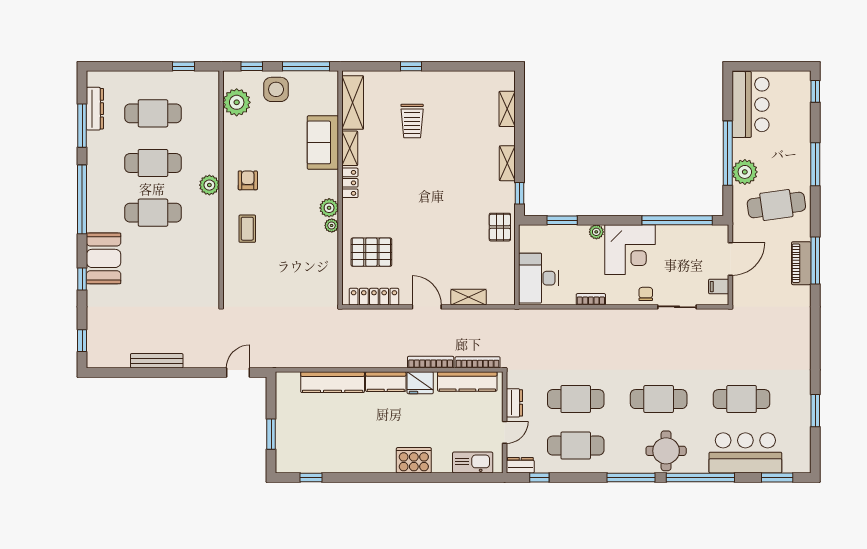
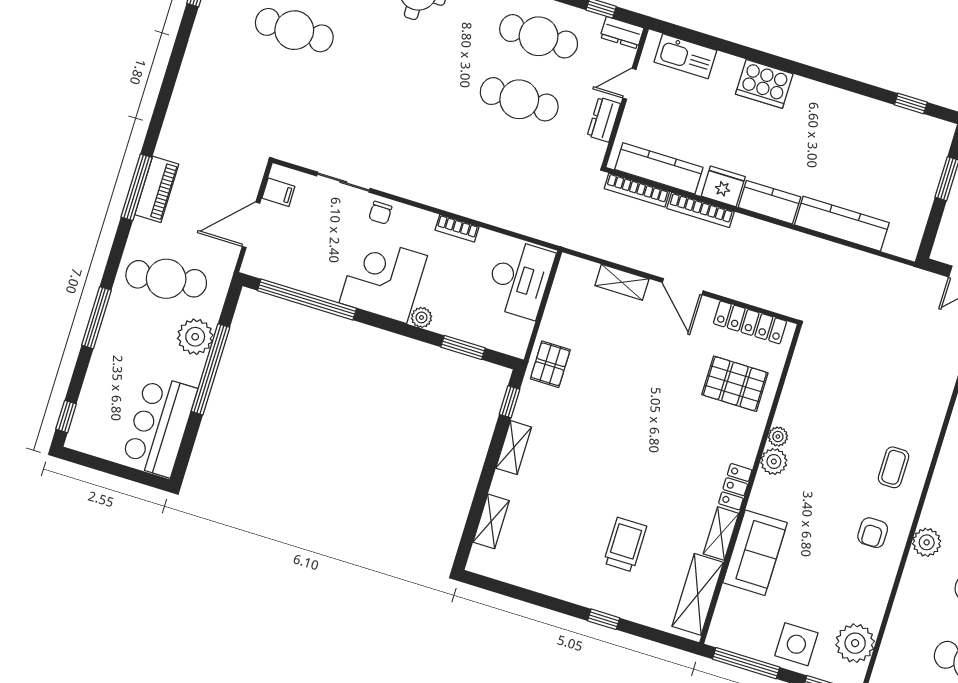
cafe table: (659, 399) -> (407, 65), removed

